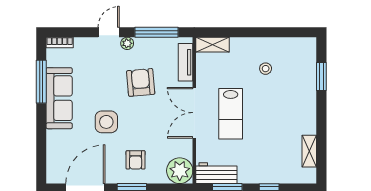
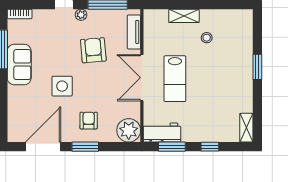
shelving: (213, 45) -> (184, 16), moved
window: (321, 76) -> (257, 67), moved
sofa: (59, 98) -> (19, 65), width x0.73
shelving: (309, 151) -> (246, 128), moved
armchair: (136, 160) -> (89, 121), turned 180

